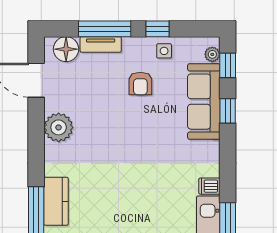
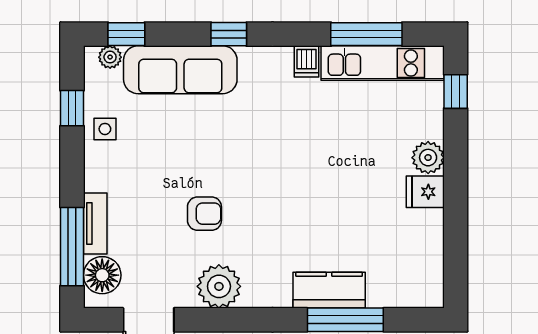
window: (105, 29) -> (72, 247), moved
window: (158, 29) -> (72, 108), moved
armchair: (140, 84) -> (204, 214), moved
window: (228, 111) -> (229, 34), moved

